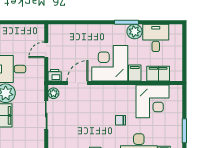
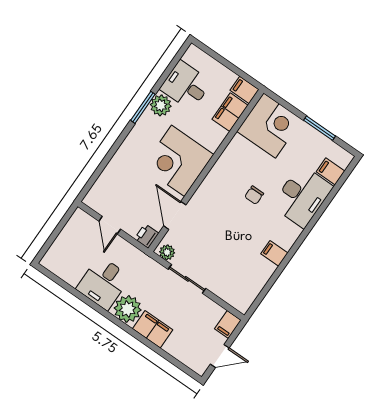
filing cabinet: (135, 73) -> (244, 90), moved
corner desk: (153, 101) -> (269, 126), moved

